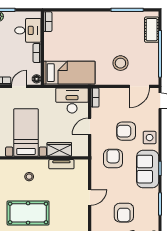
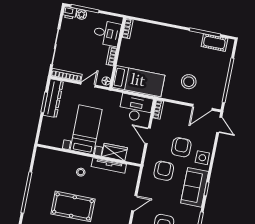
cot: (152, 30) -> (214, 43), moved, turned 90
door: (90, 126) -> (148, 136), hinge flipped
armchair: (126, 131) -> (181, 147), turned 90
tv unit: (61, 164) -> (109, 165), width x1.41

